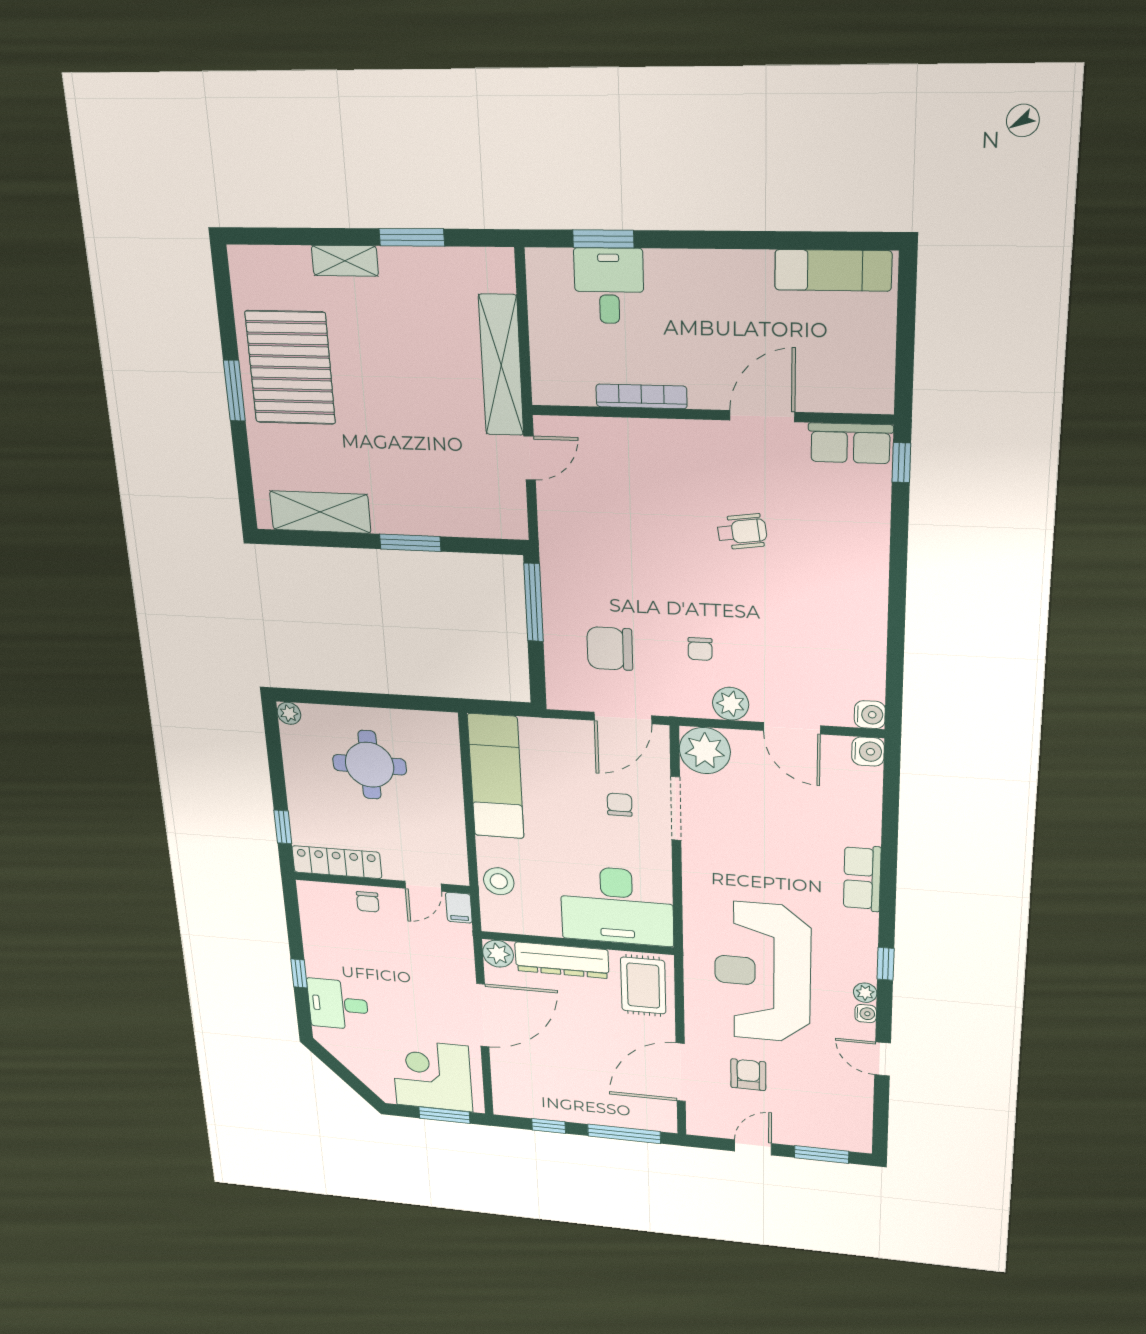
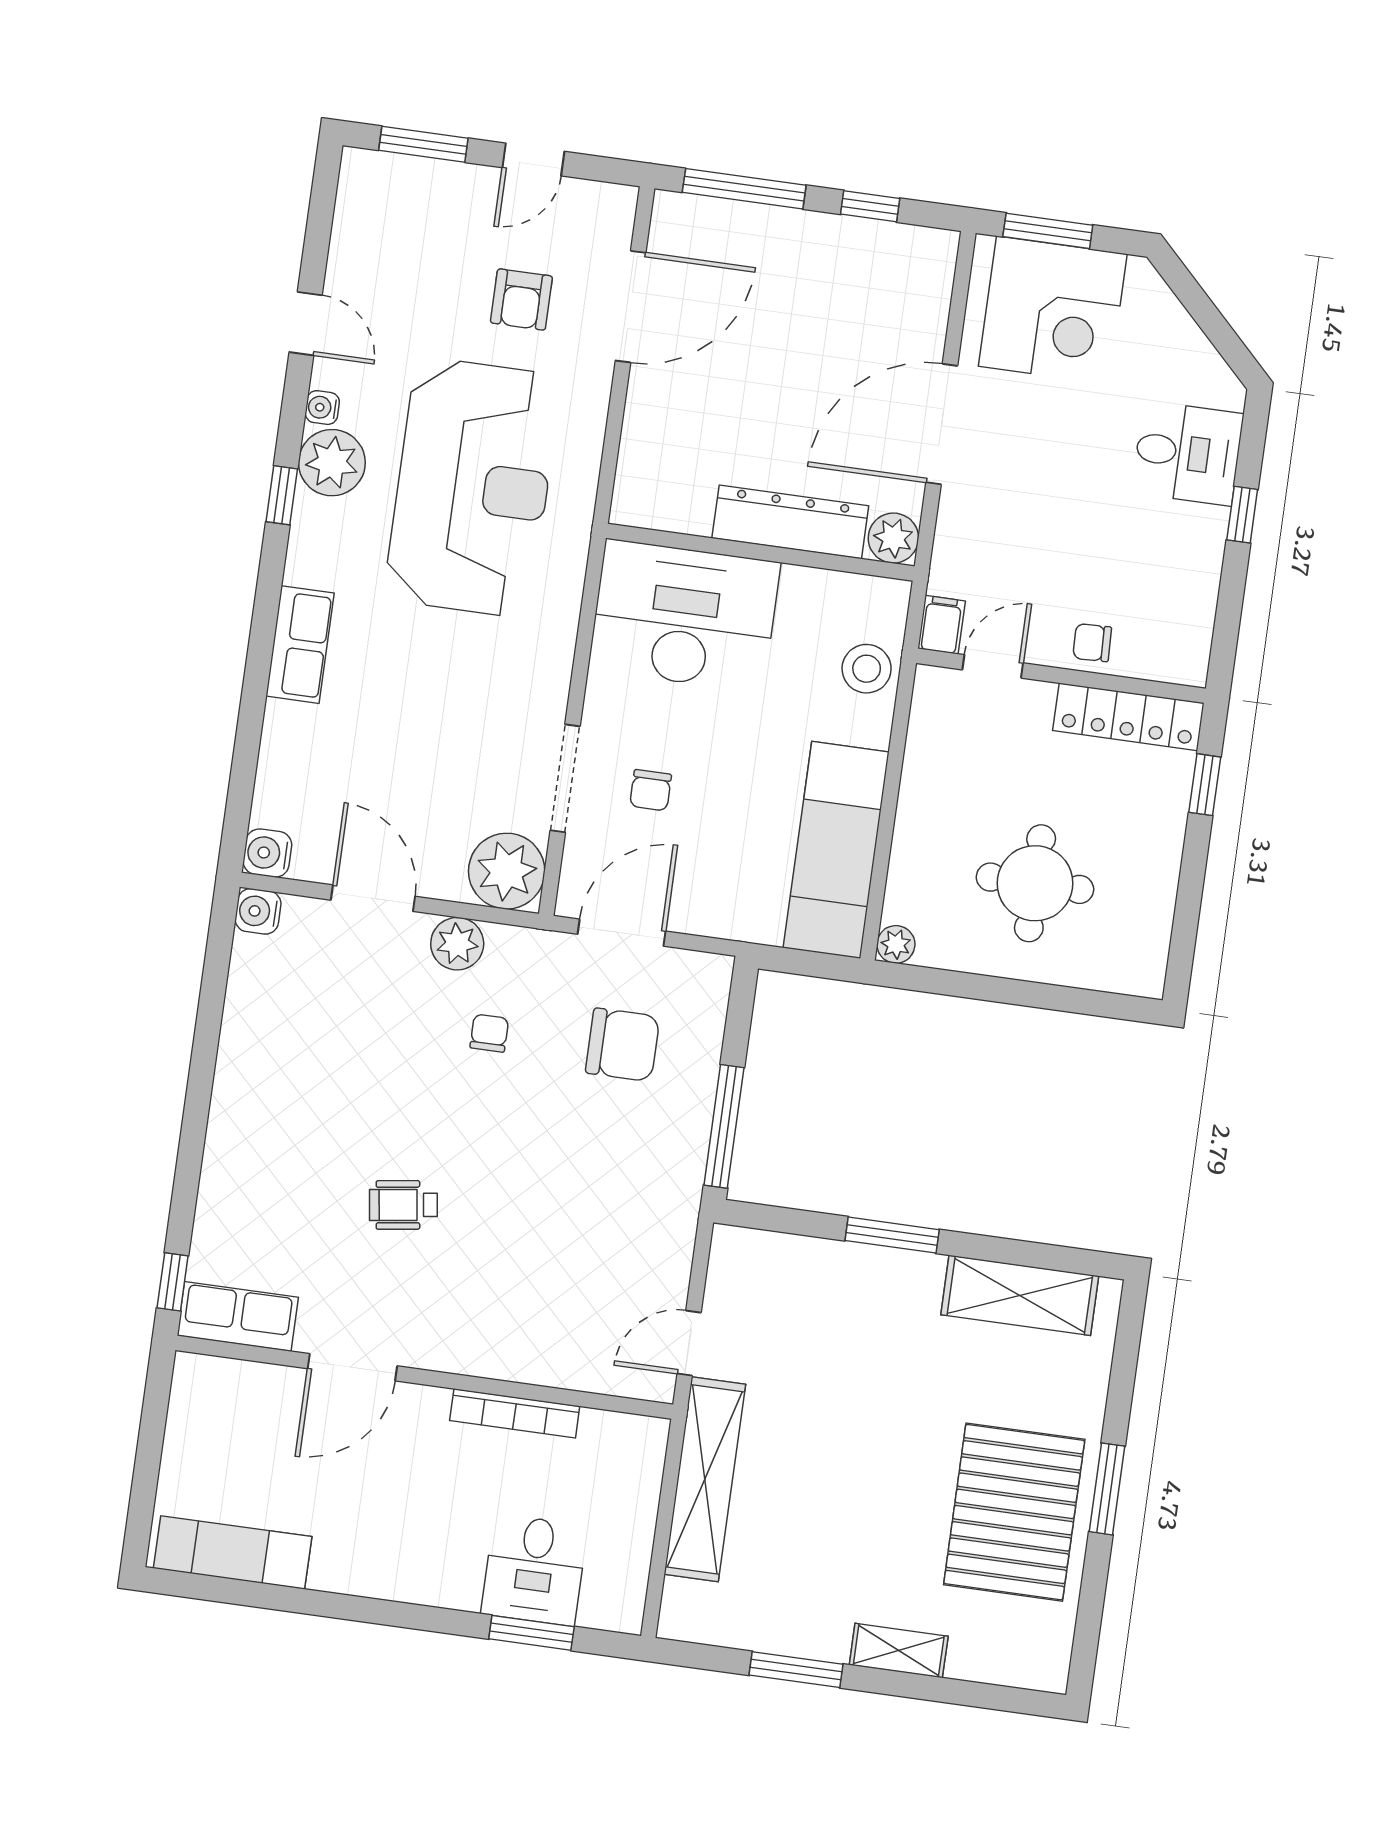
plant: (289, 713) -> (896, 944), moved
chair: (368, 902) -> (1092, 643), turned -92
rug: (643, 986) -> (666, 470), removed
plant: (865, 993) -> (332, 463), width x1.88, depth x1.88

